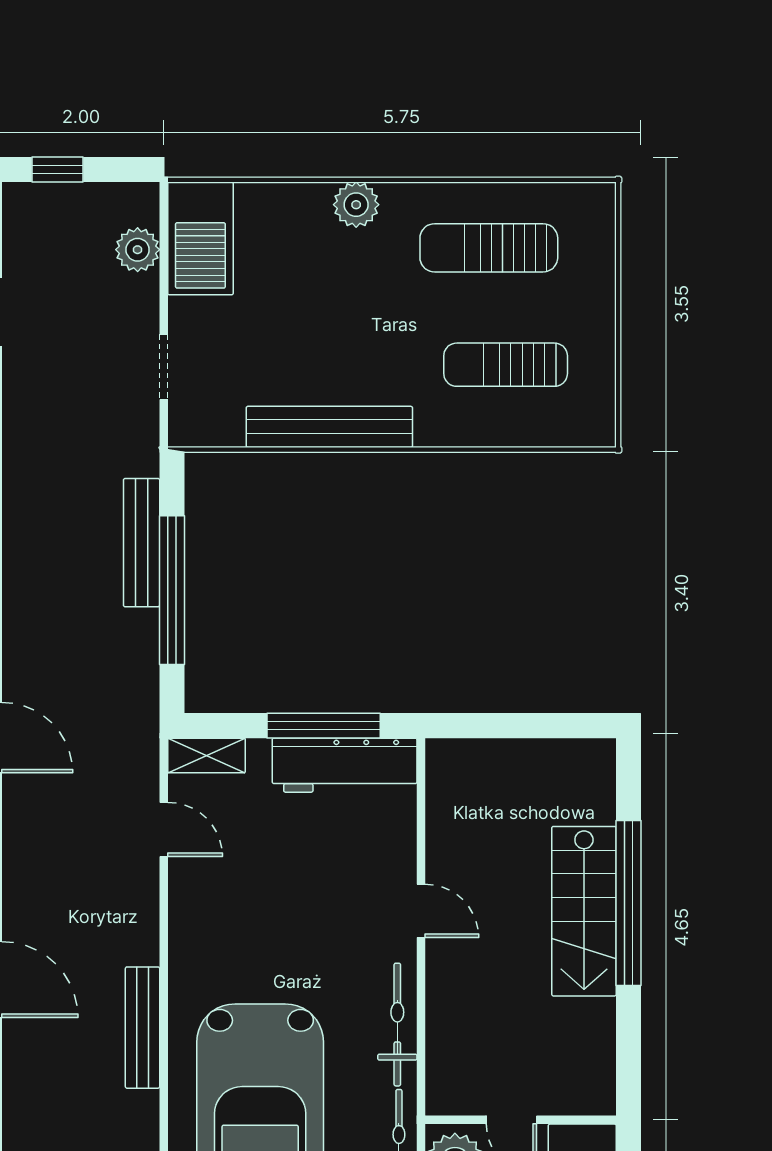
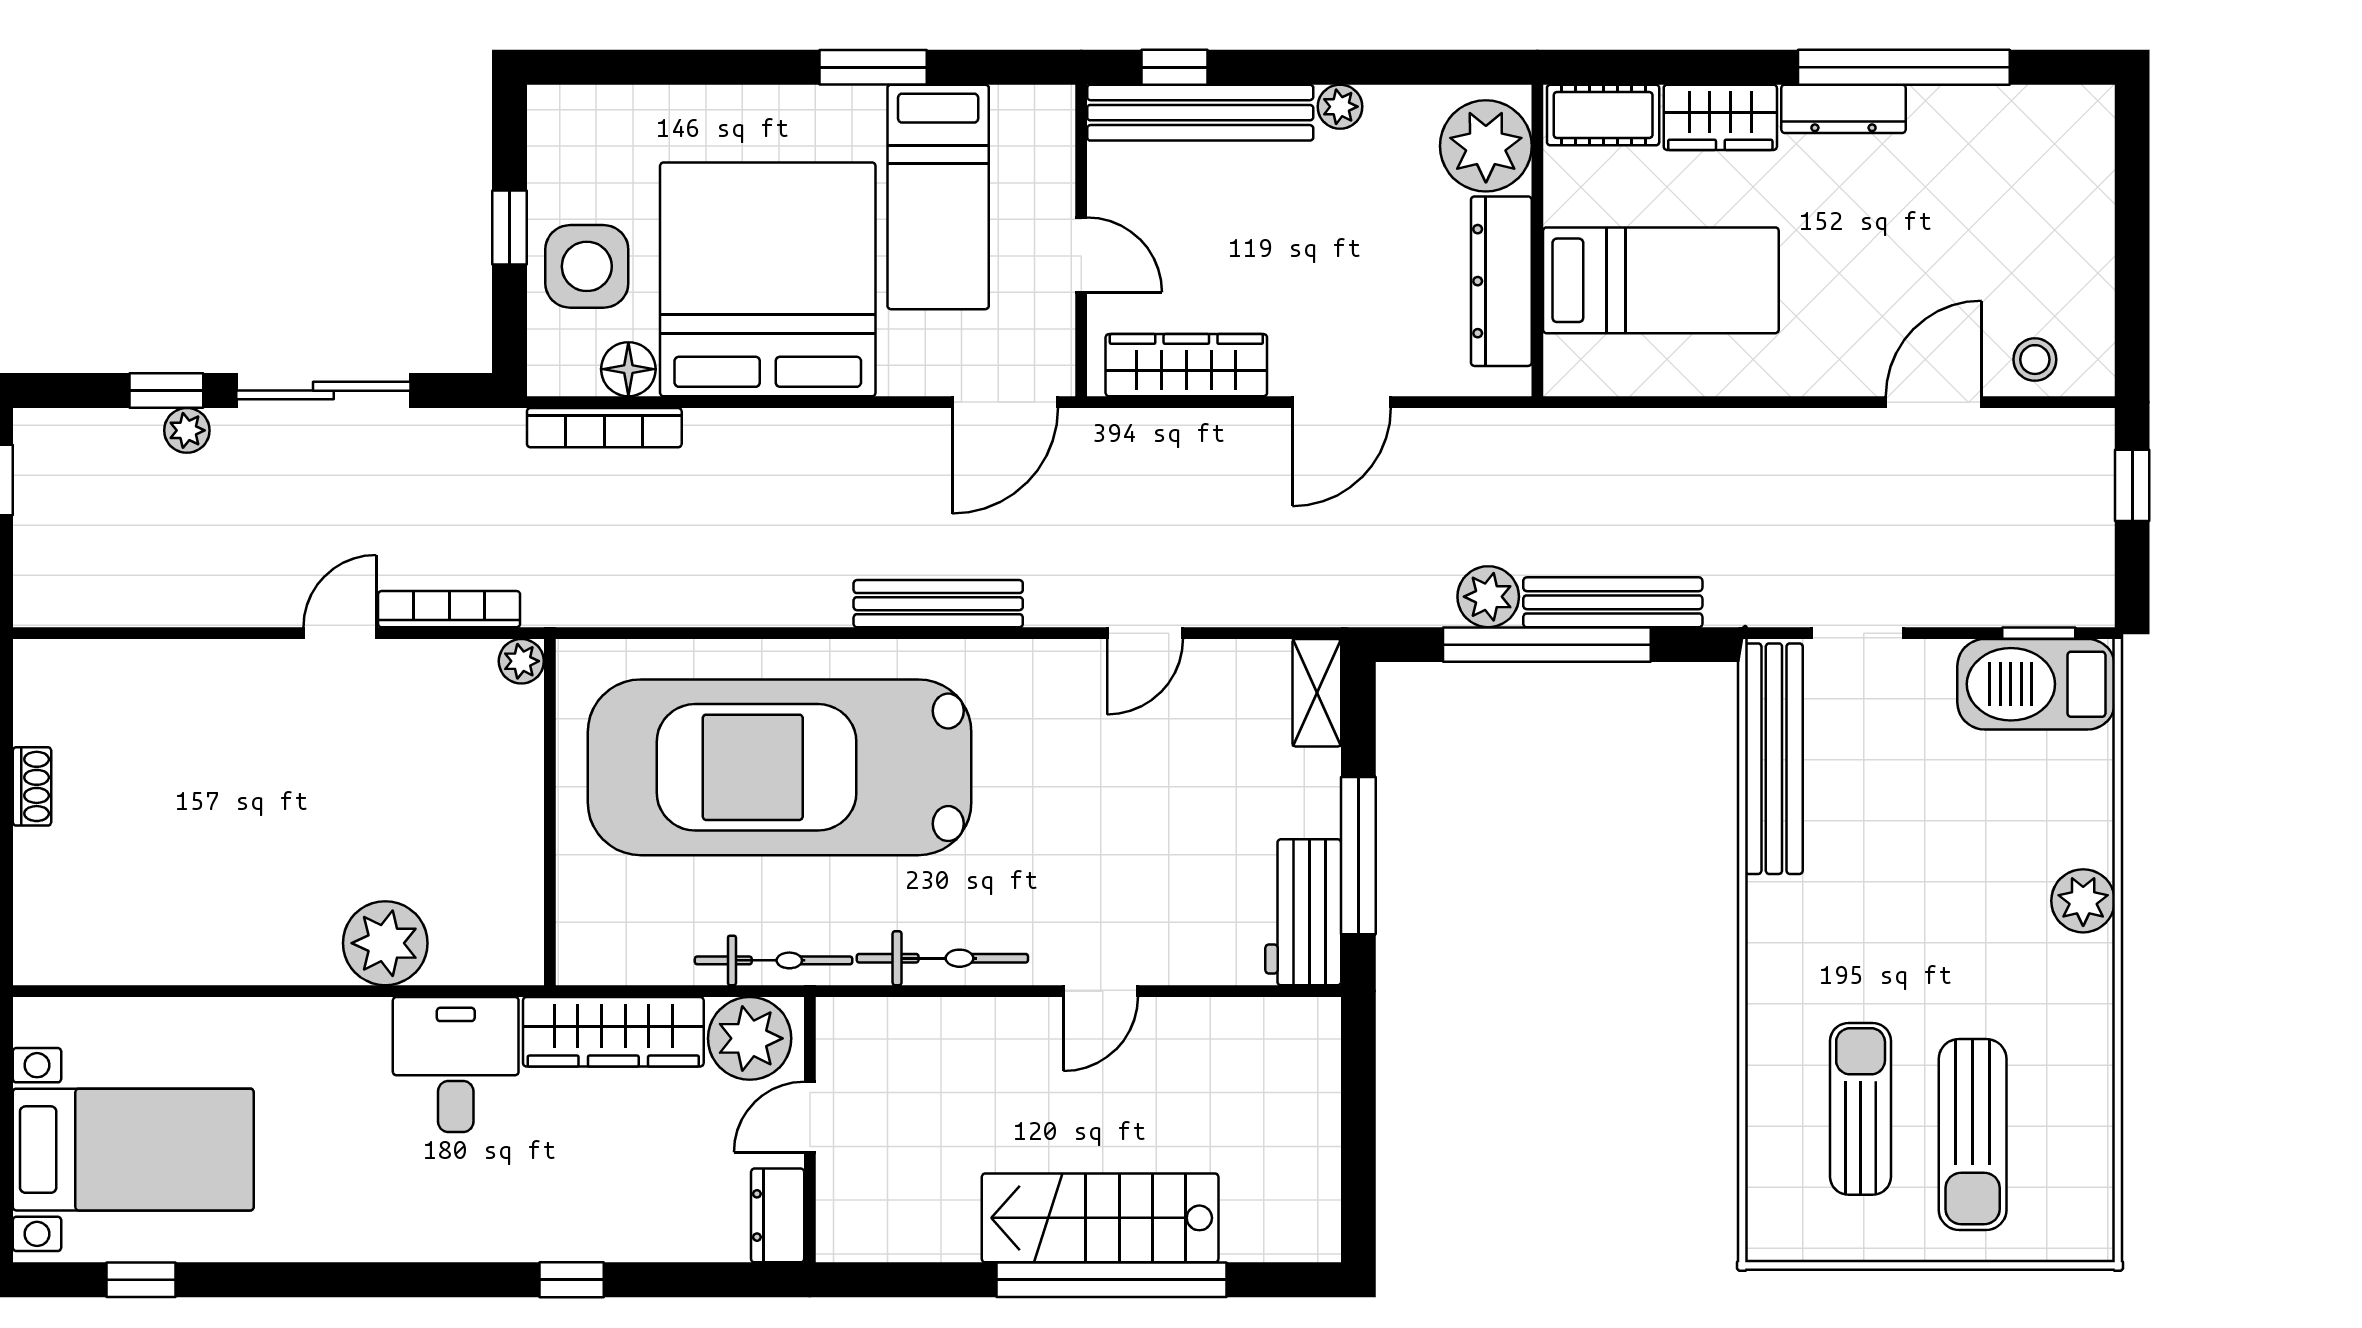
window: (164, 237) -> (2039, 633), added
sun lounger: (489, 248) -> (1973, 1134), moved, turned 180
plant: (138, 250) -> (1488, 597), moved
bench: (329, 427) -> (1774, 759), moved
workbench: (345, 765) -> (1303, 912), width x0.73
door: (164, 829) -> (1145, 633), moved

